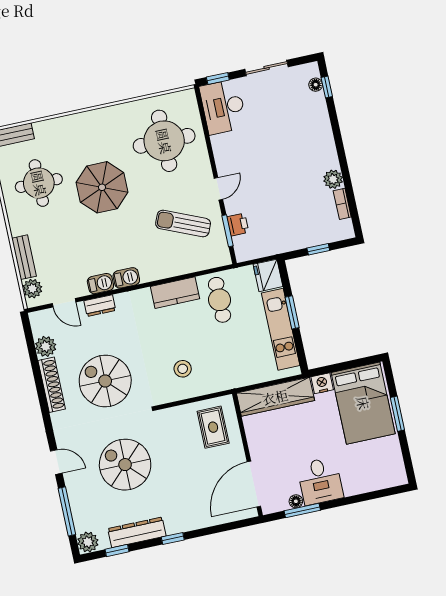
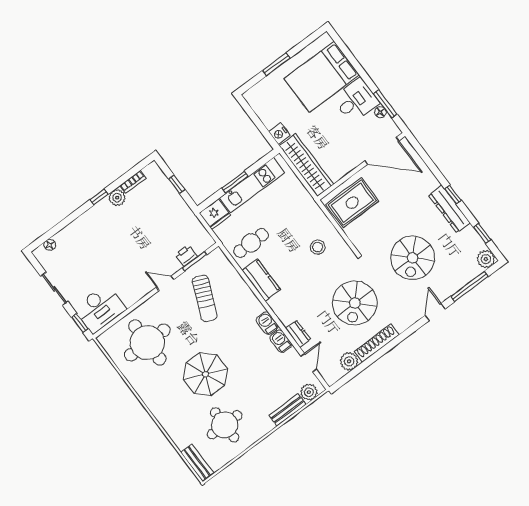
window: (327, 87) -> (99, 197), moved
bed: (363, 403) -> (322, 77), moved, turned 180
rug: (213, 427) -> (352, 203), width x1.36, depth x1.43
dresser: (137, 532) -> (449, 209), moved

